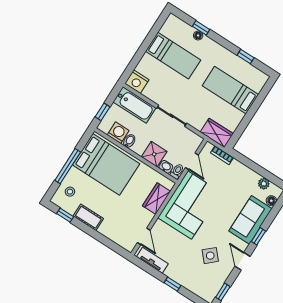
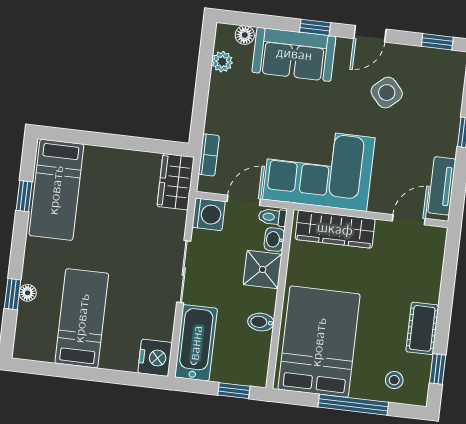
bed: (230, 90) -> (56, 190), moved
washing machine: (118, 133) -> (209, 214), moved, turned 180
wardrobe: (157, 199) -> (335, 229), width x1.50

